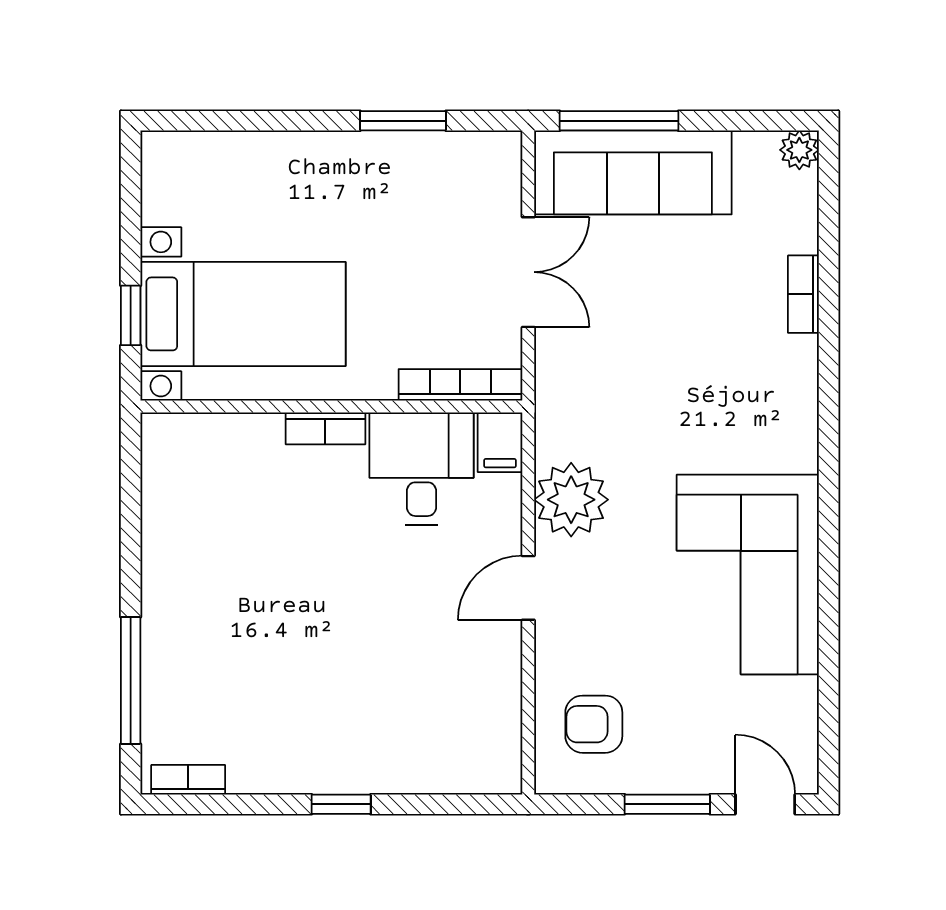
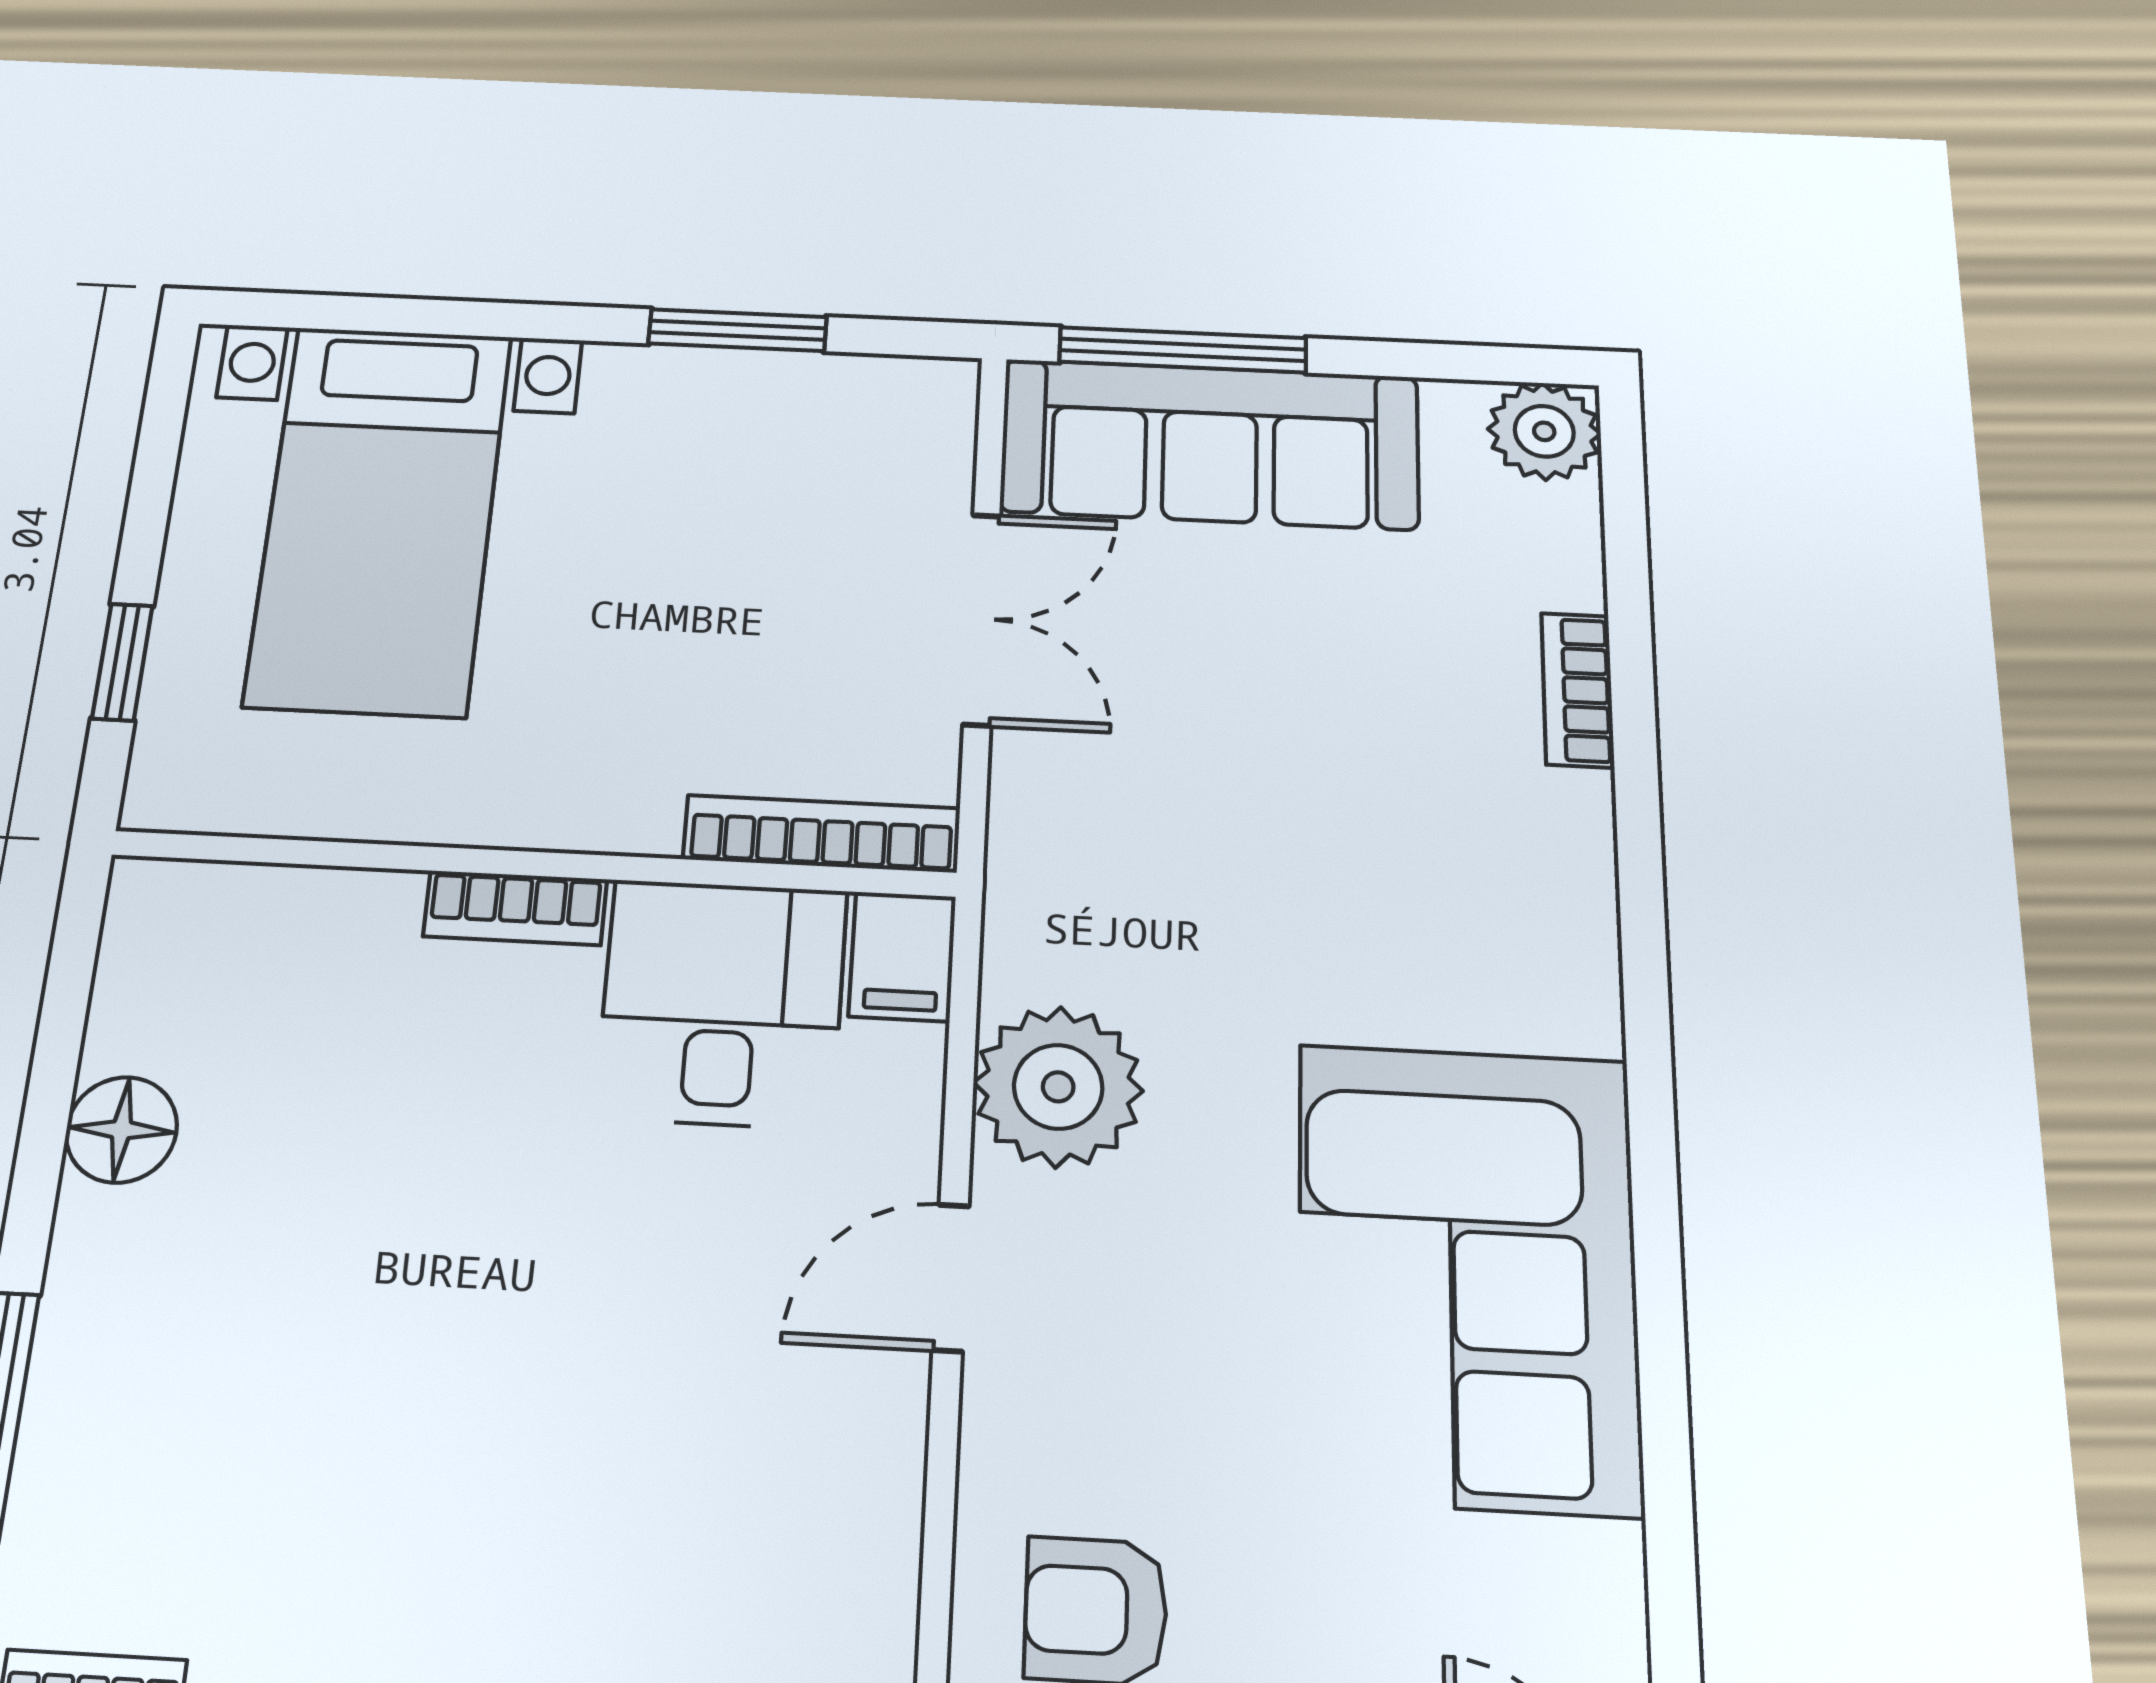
plant: (799, 150) -> (1544, 431), width x1.38, depth x1.38
bed with nightstands: (243, 314) -> (380, 518), moved, turned 90
floor lamp: (164, 542) -> (121, 1130), added

